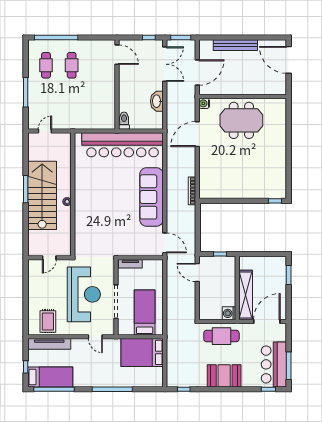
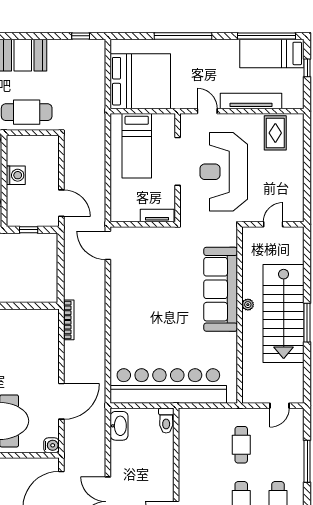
washbasin: (157, 101) -> (119, 426), moved
cafe table: (72, 104) -> (241, 445), added
sofa: (151, 197) -> (221, 289), moved, turned 180
washing machine: (229, 313) -> (16, 175), moved
tv unit: (49, 344) -> (251, 101), moved
bed: (142, 352) -> (140, 81), width x1.36

